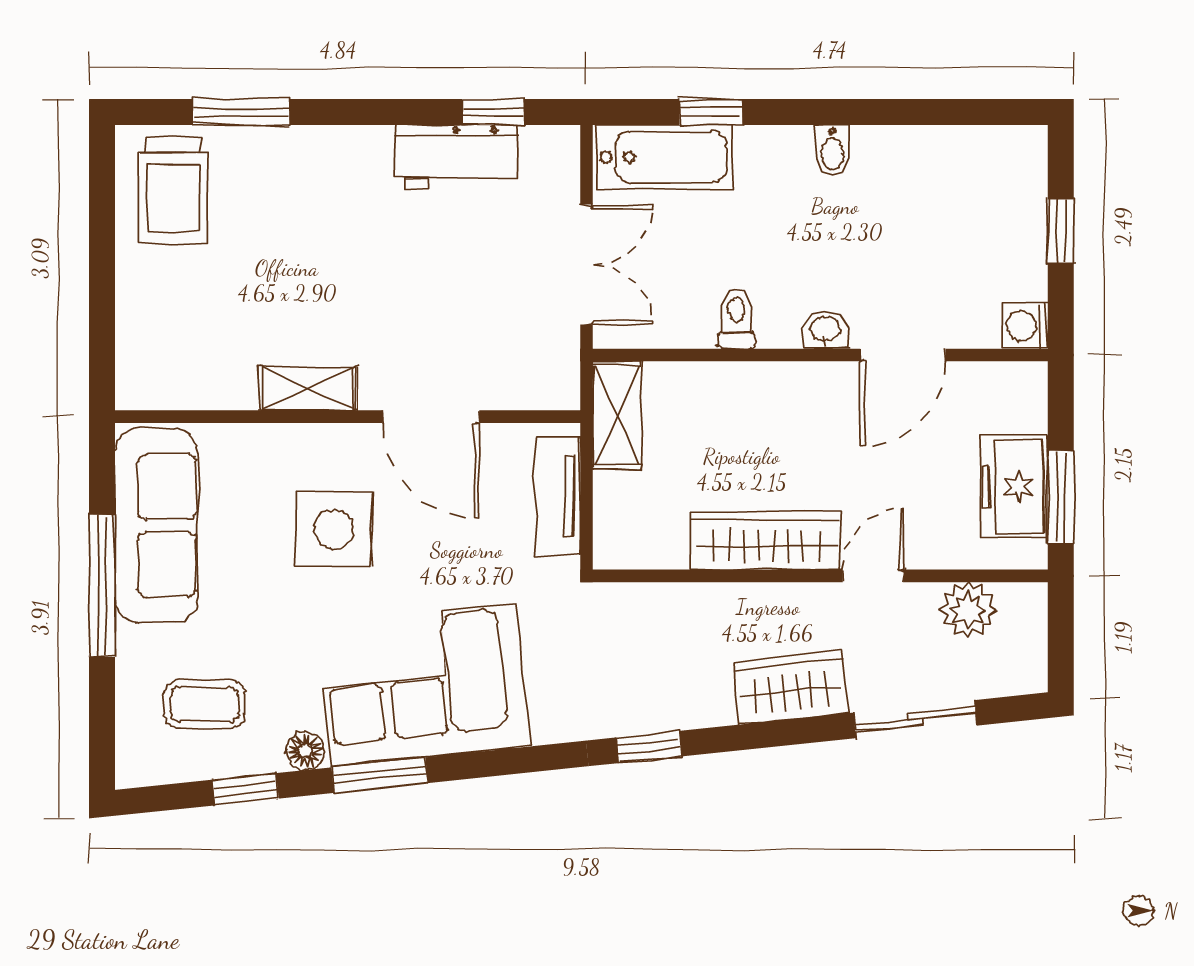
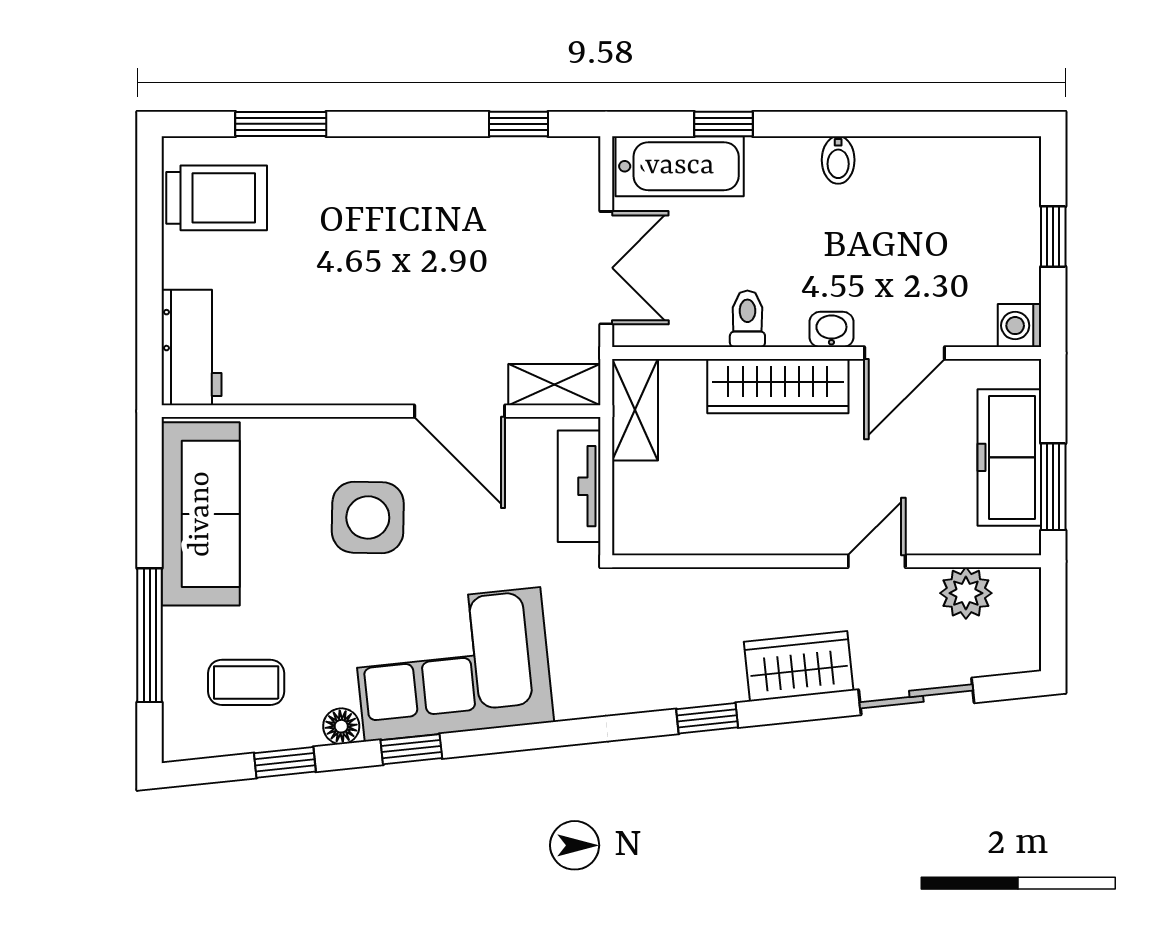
workbench: (457, 157) -> (192, 347), moved, turned -90
trolley: (173, 190) -> (217, 198), turned -90
shelving: (308, 388) -> (554, 385), moved
freezer: (1014, 486) -> (1009, 457), width x1.40
wardrobe: (766, 541) -> (778, 386), moved, turned 180
window: (102, 586) -> (150, 635), moved
window: (649, 747) -> (707, 718), moved
window: (380, 775) -> (411, 749), width x0.67

